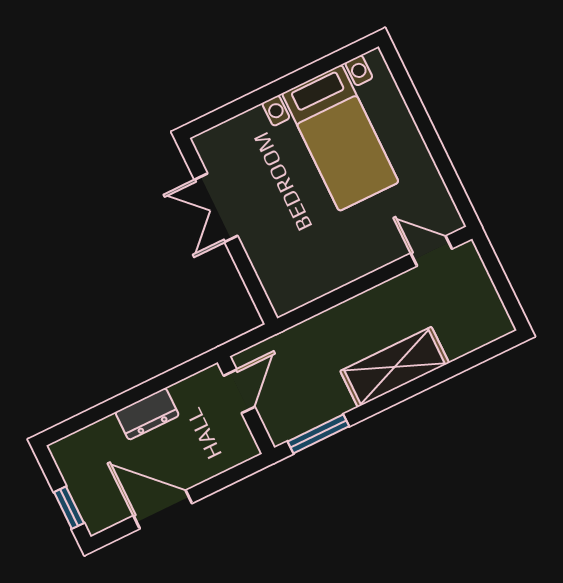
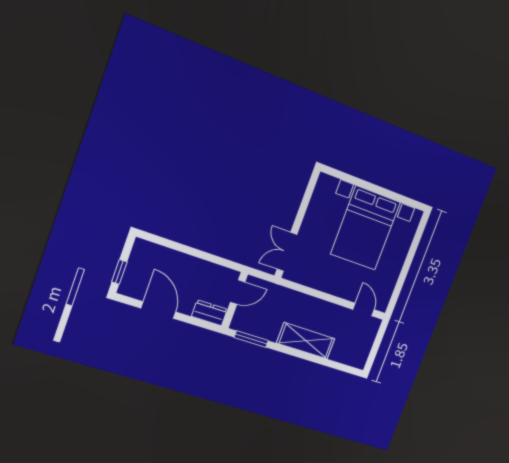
bed with nightstands: (340, 138) -> (365, 228), width x1.36
double door: (216, 208) -> (287, 252), moved
dresser: (147, 414) -> (209, 313), moved, turned 180

